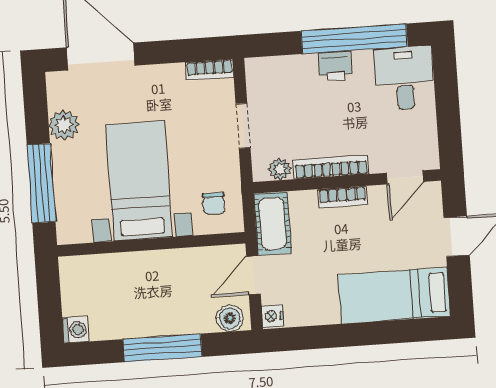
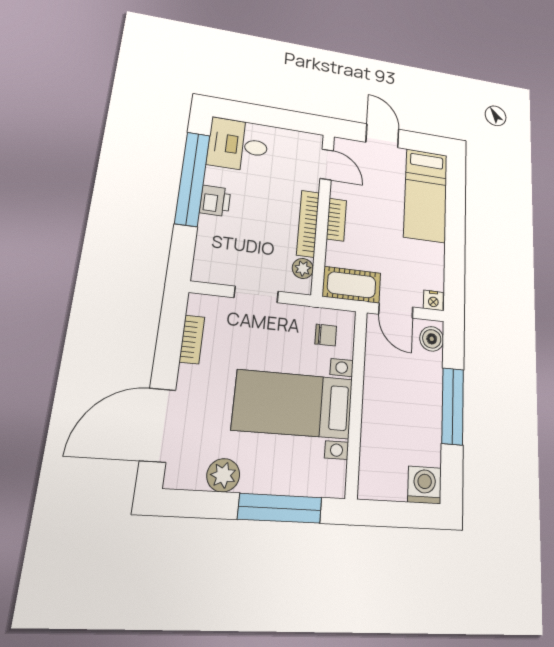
bookcase: (210, 70) -> (192, 339), moved
washing machine: (76, 330) -> (425, 485), width x1.38, depth x1.38

